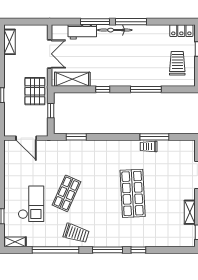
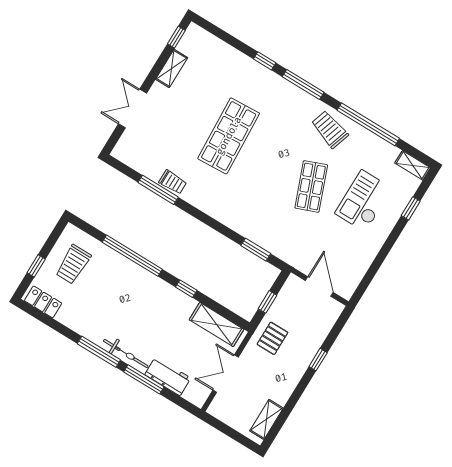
window: (146, 89) -> (132, 256), width x1.46
pallet: (35, 91) -> (272, 338), width x0.67, depth x0.71
shop shelf: (66, 193) -> (311, 186), turned -45

